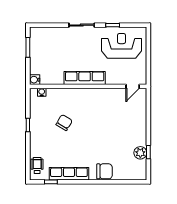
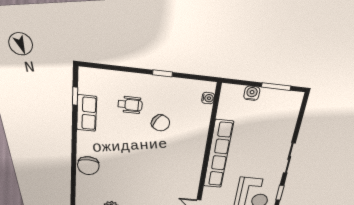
row of seats: (85, 78) -> (218, 154), width x1.36
water cooler: (35, 80) -> (252, 93), moved
wheelchair: (37, 165) -> (130, 105), moved
row of seats: (69, 174) -> (87, 113), width x0.68

